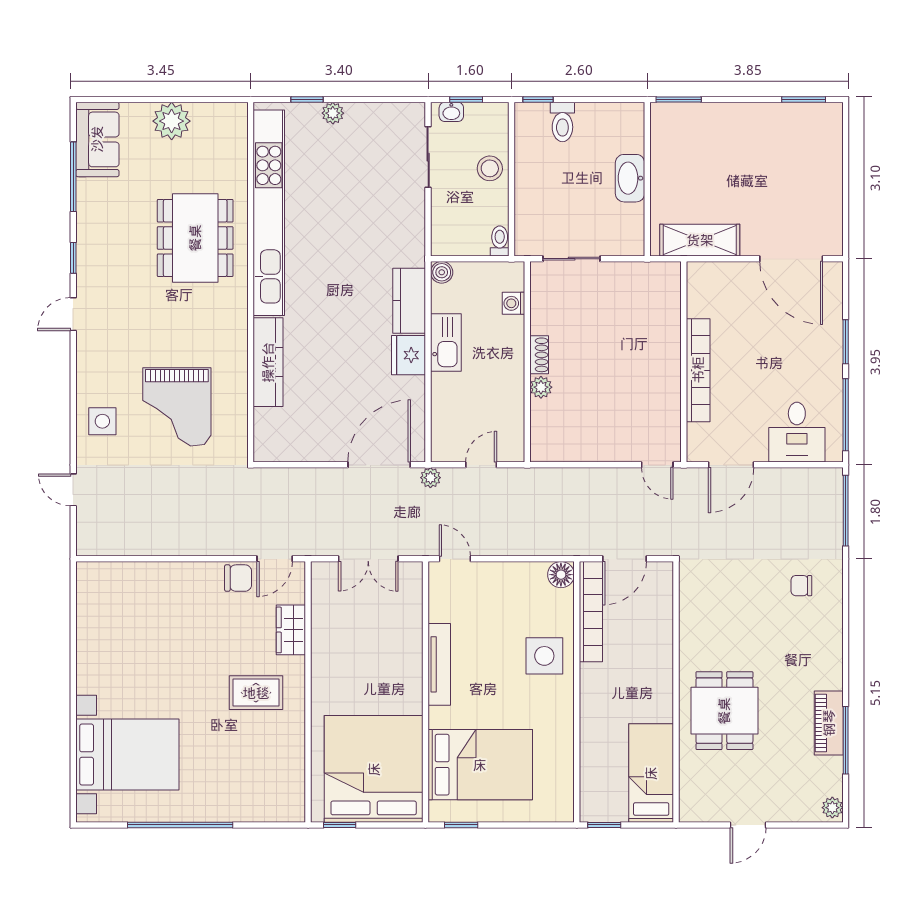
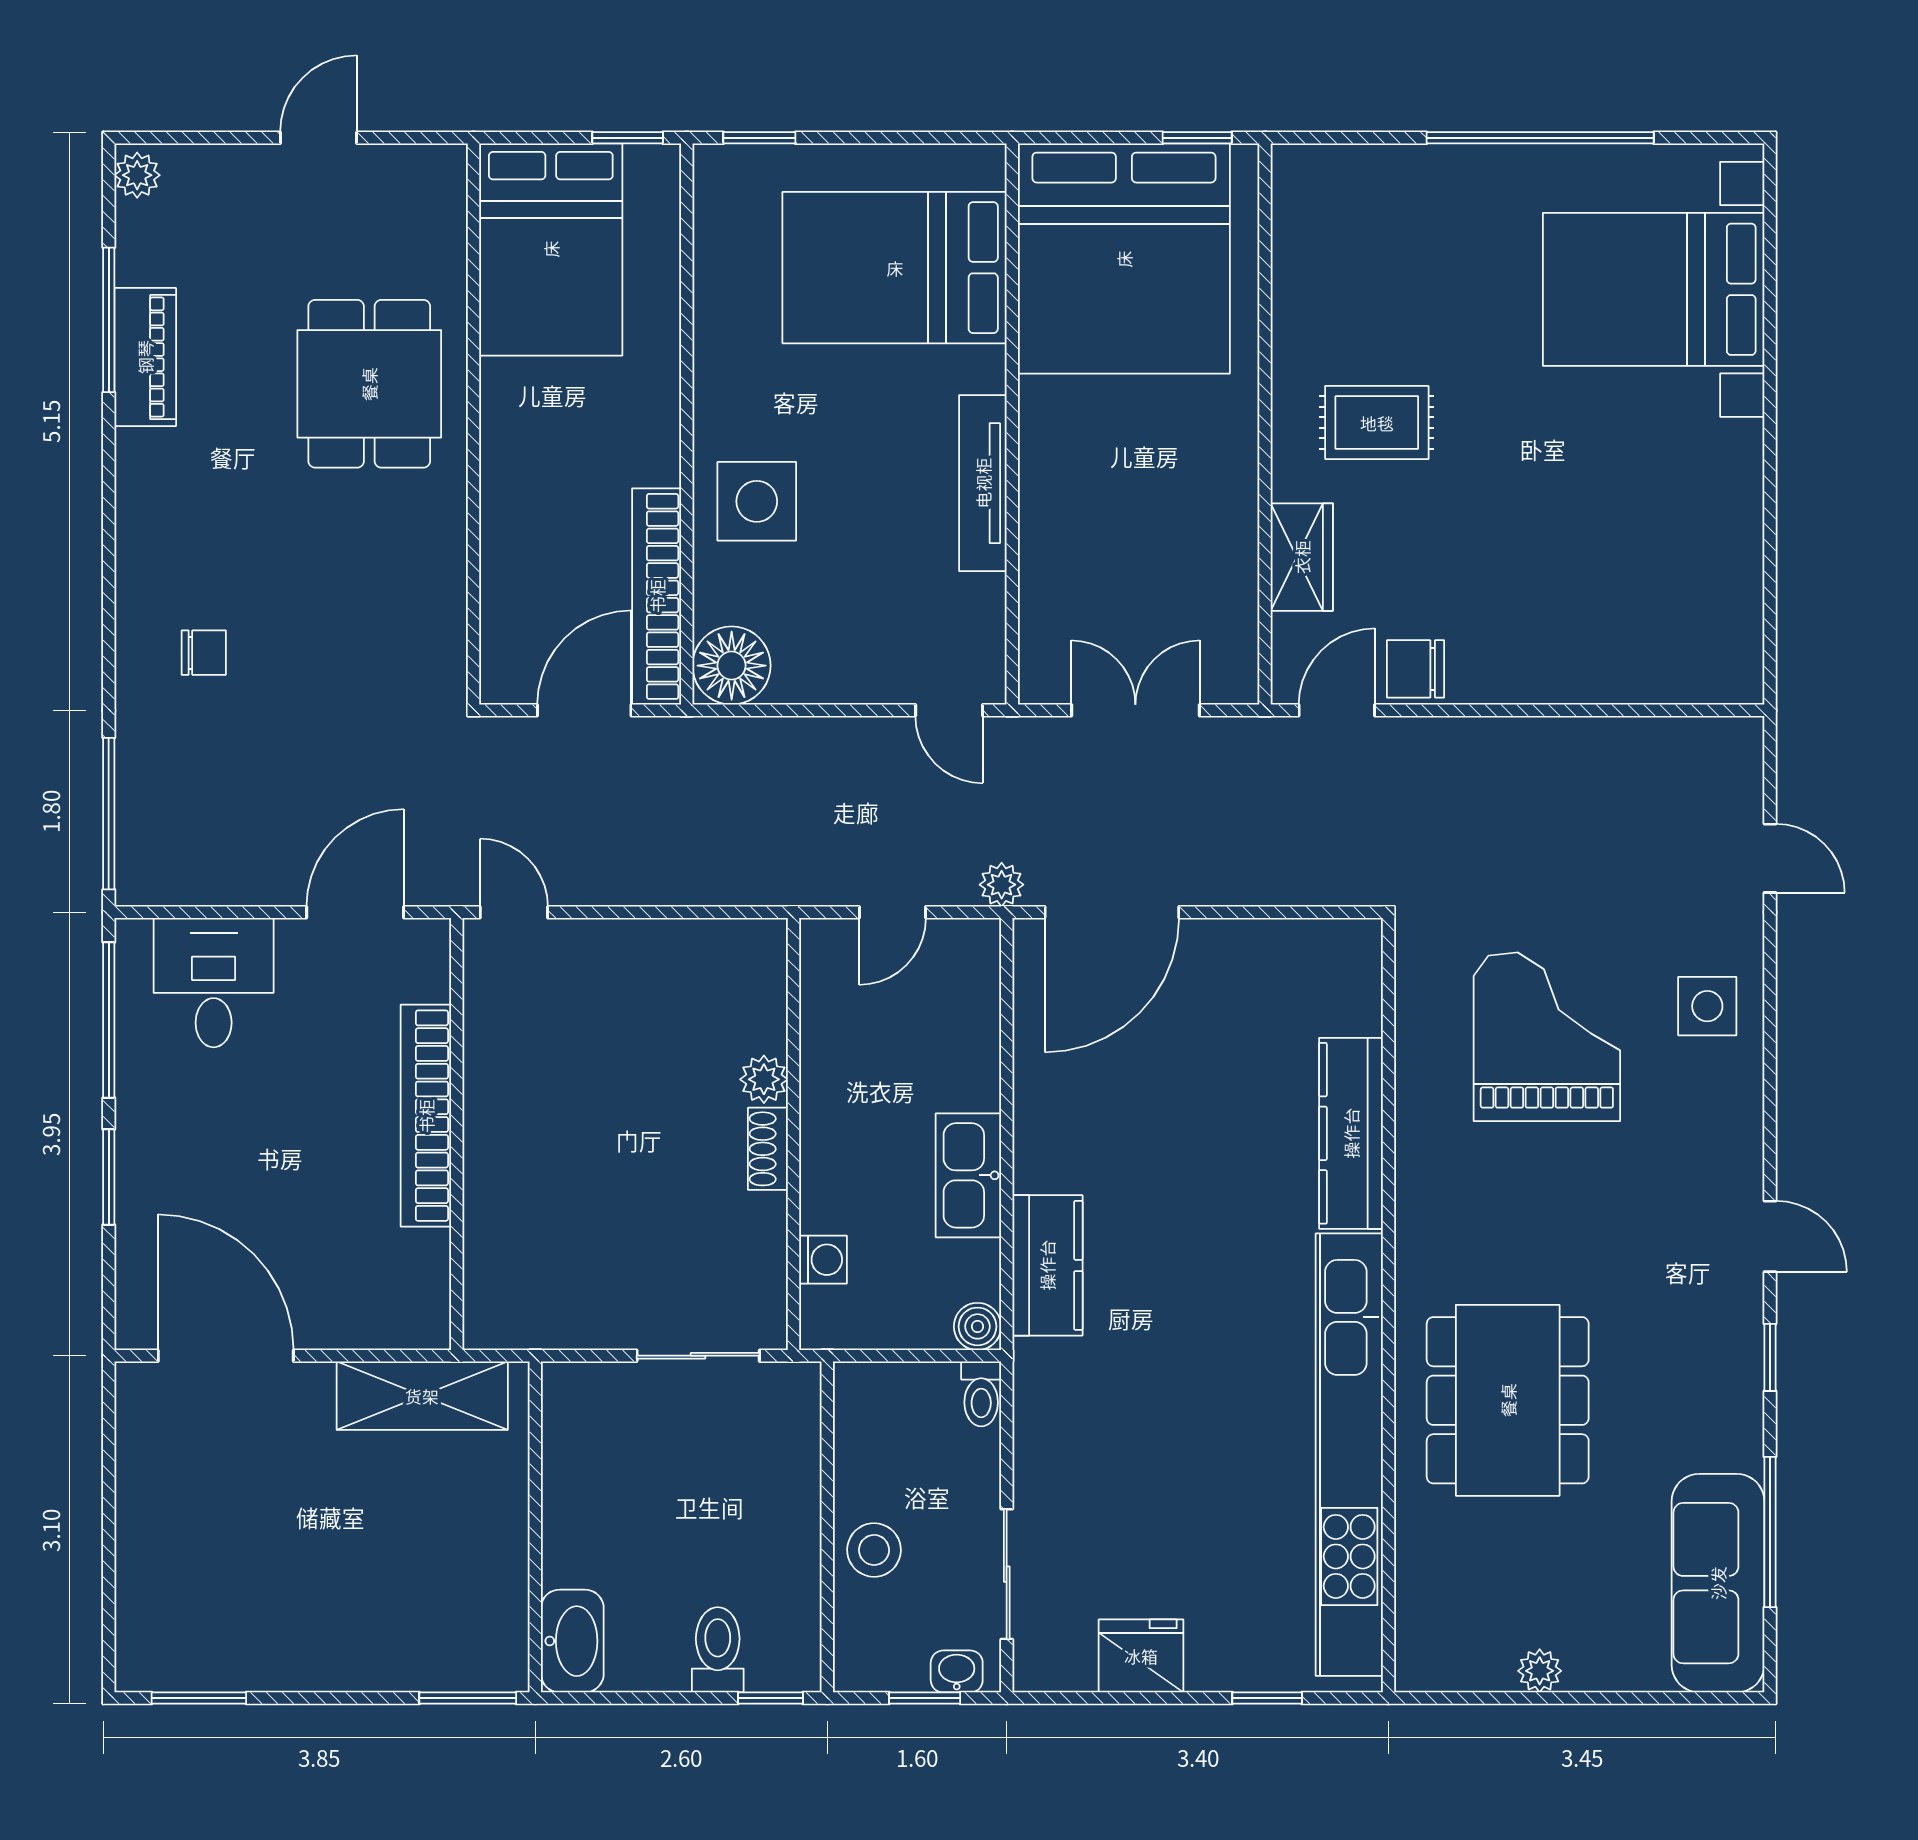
plant: (333, 113) -> (1212, 1669), removed
plant: (172, 121) -> (1540, 1671), width x0.53, depth x0.53
sofa: (97, 139) -> (1718, 1583), width x1.36
washbasin: (630, 178) -> (572, 1641), moved
toilet: (500, 241) -> (981, 1394), moved
door: (73, 314) -> (1770, 1236), hinge flipped
fridge: (408, 355) -> (1141, 1656), moved, turned -90
floor lamp: (561, 575) -> (732, 666), width x1.38, depth x1.38
bed: (651, 773) -> (551, 249), width x1.50
window: (461, 825) -> (759, 138), moved

